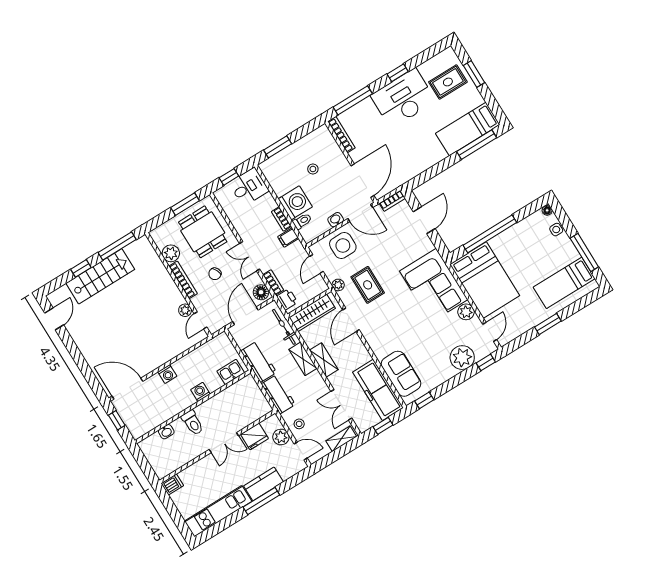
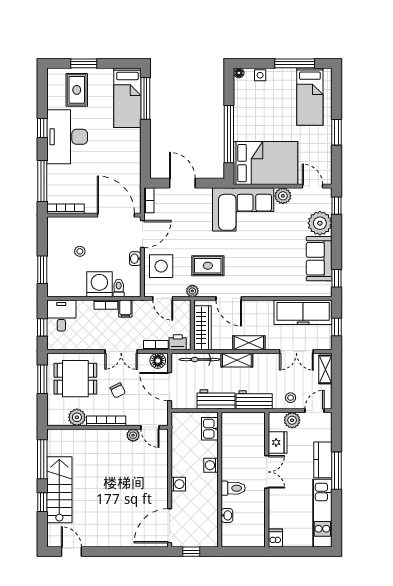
sofa: (401, 374) -> (319, 259), moved, turned -90

